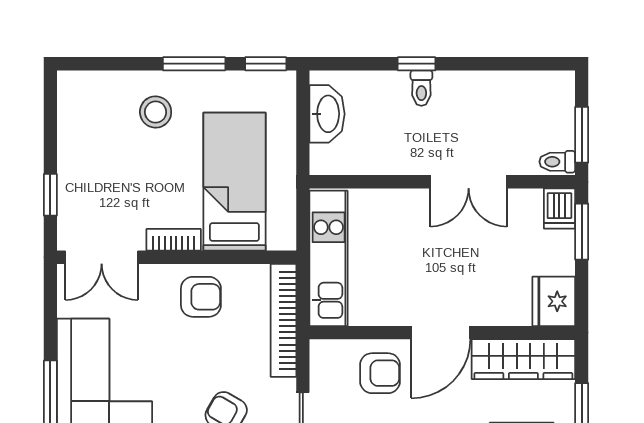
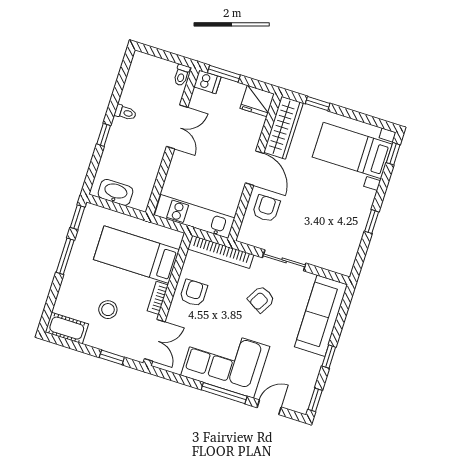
toilet: (421, 88) -> (125, 113), moved
cot: (75, 104) -> (67, 328), added
stool: (156, 112) -> (108, 310), moved
window: (582, 135) -> (171, 57), removed

